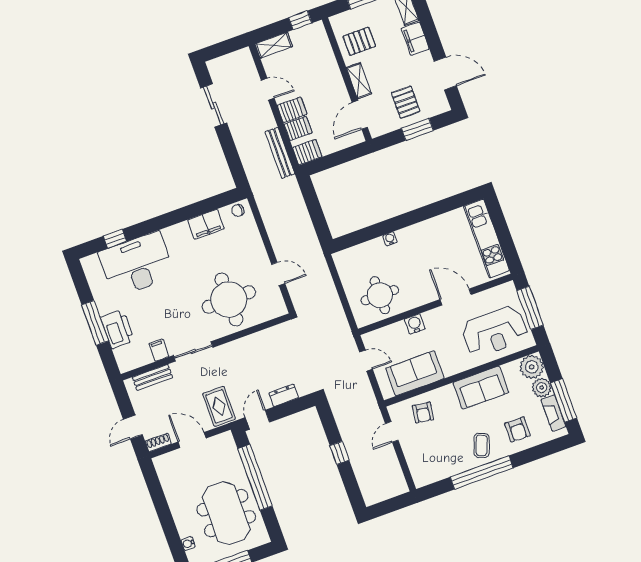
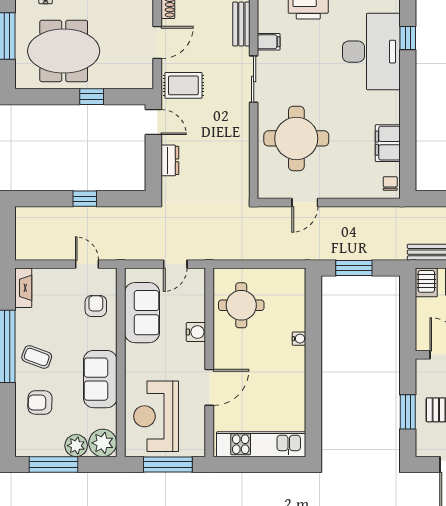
window: (317, 215) -> (354, 268), added
armchair: (423, 413) -> (96, 306), turned 82
fireplace: (553, 413) -> (23, 288), moved, turned 90
window: (255, 477) -> (92, 97), width x0.32

